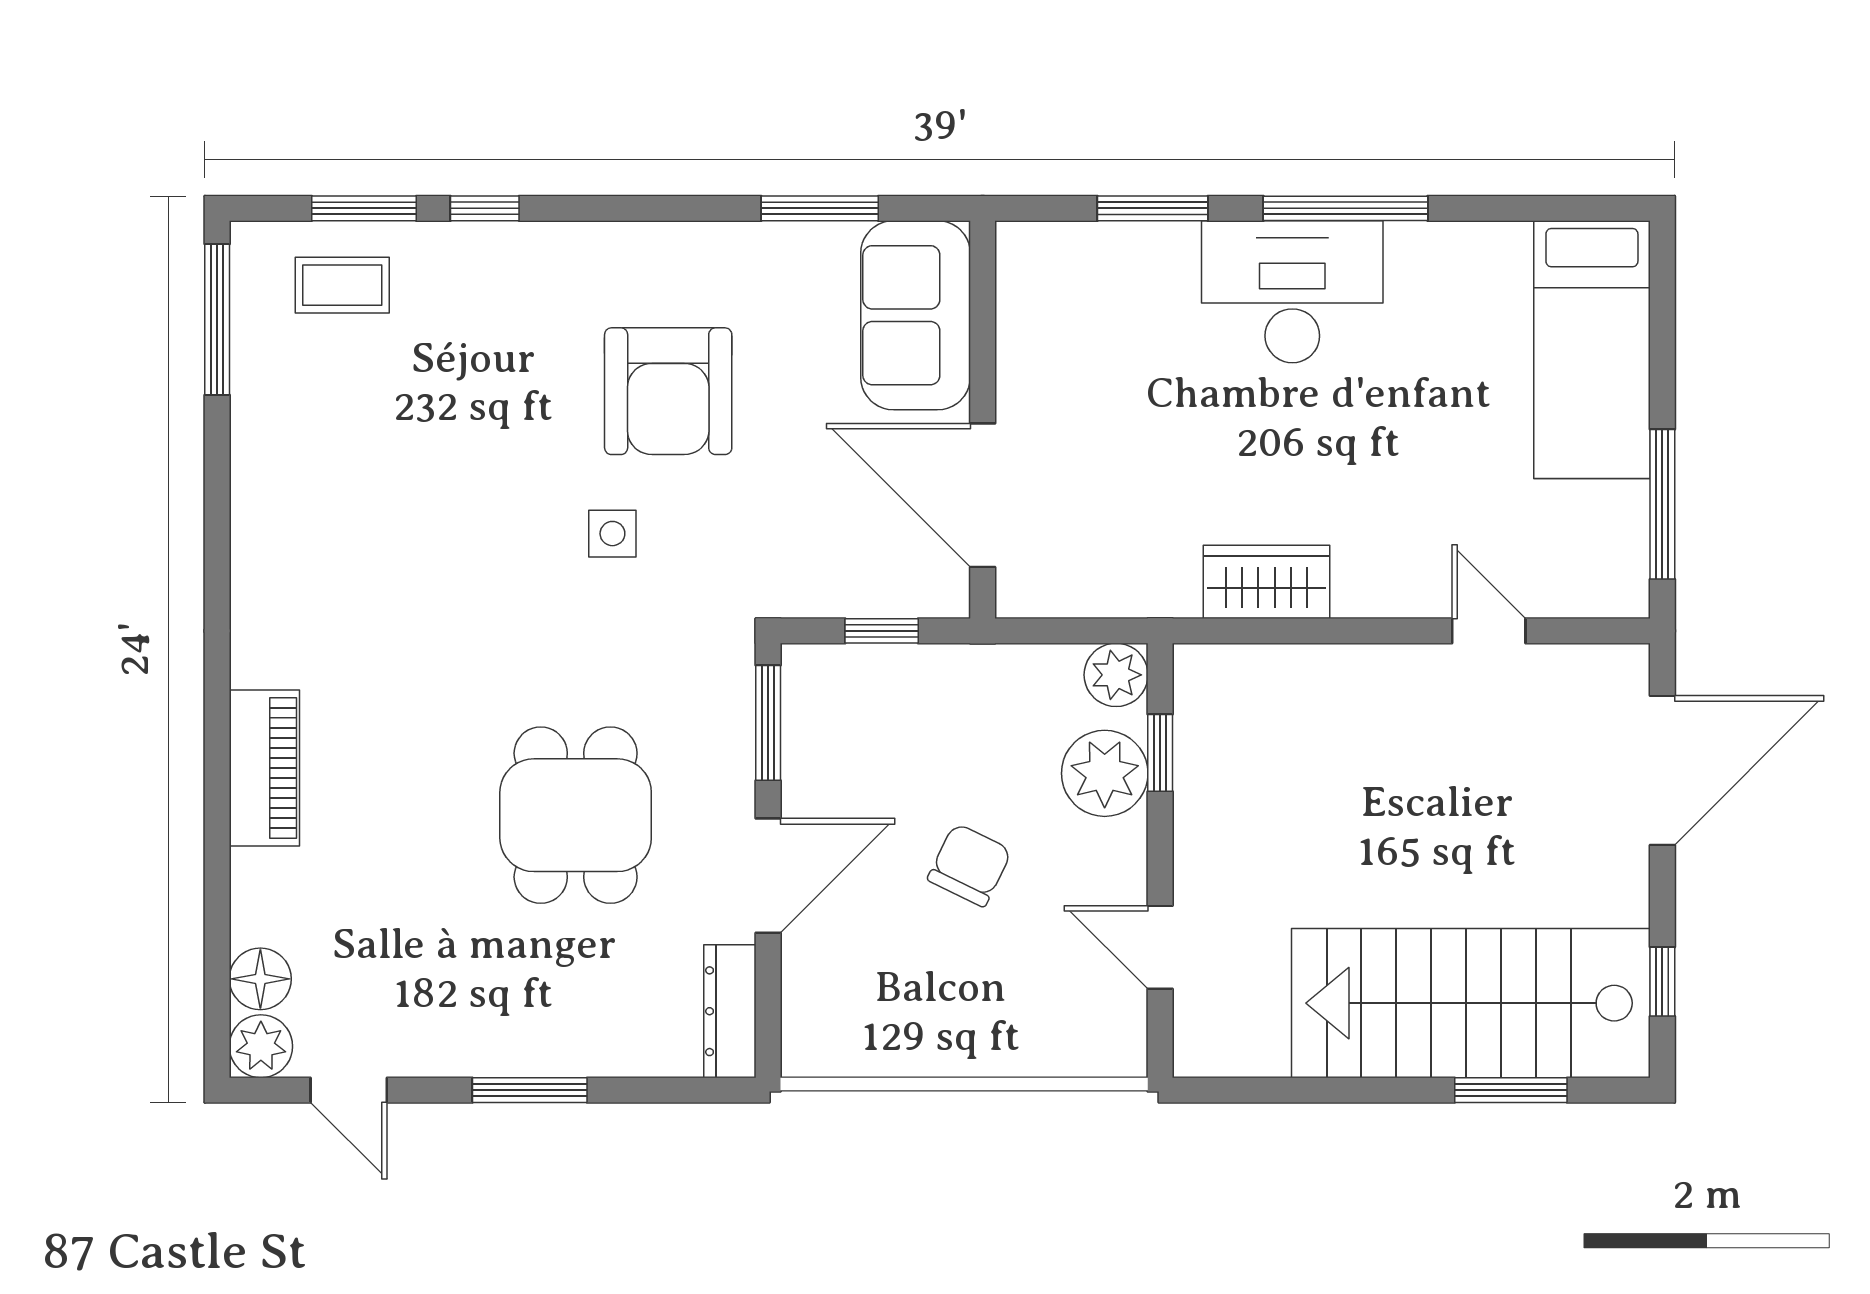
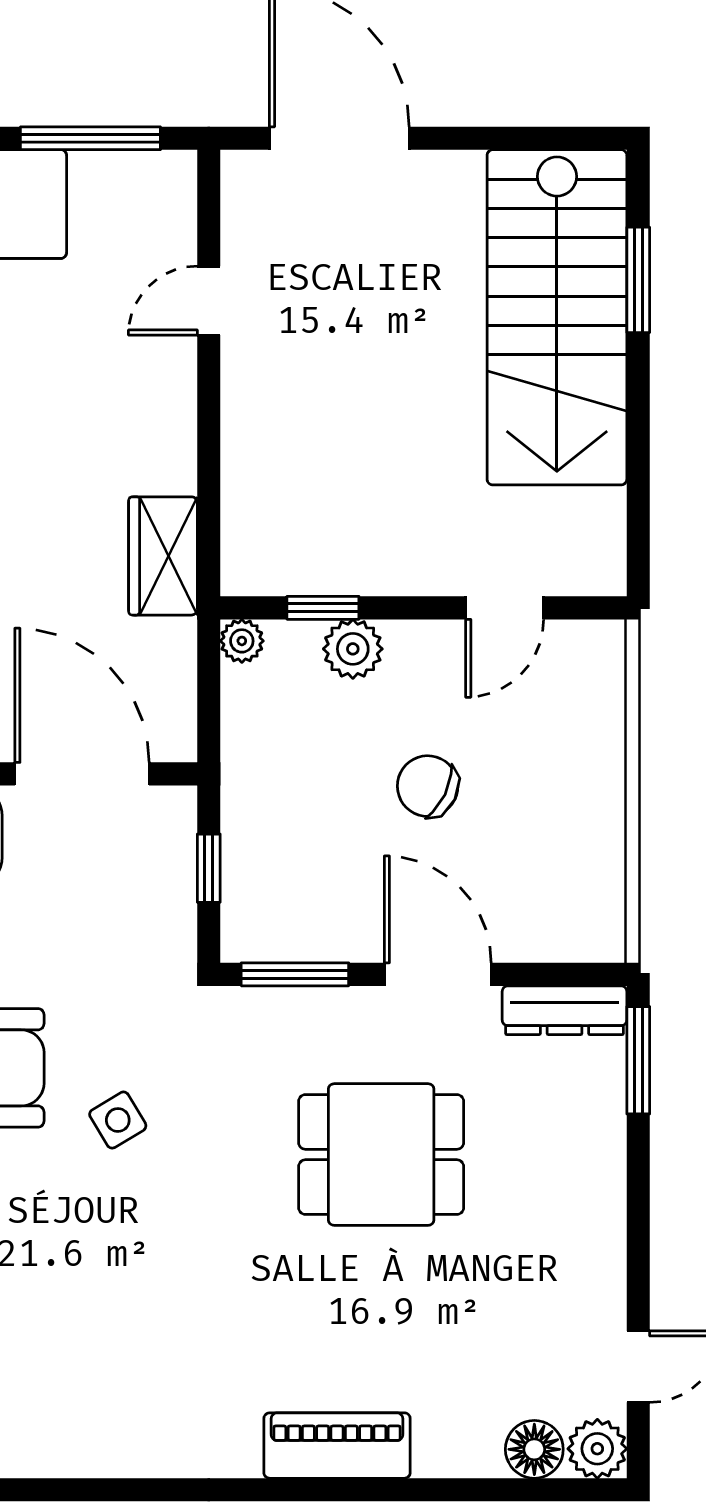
door: (983, 495) -> (82, 774), swing flipped
side table: (612, 534) -> (118, 1120), turned -31
wardrobe: (1266, 582) -> (163, 556), moved
plant: (1116, 675) -> (242, 641), width x0.73, depth x0.73
plant: (1105, 773) -> (353, 649), width x0.73, depth x0.73
window: (1662, 982) -> (537, 138), removed
window: (530, 1090) -> (638, 1060), moved

